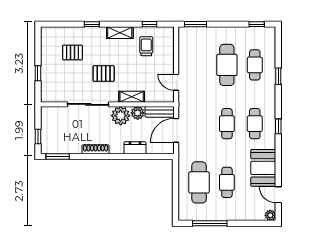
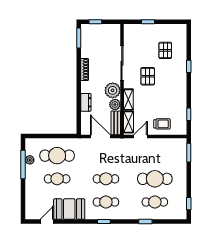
shelving: (120, 33) -> (129, 122), moved
trolley: (146, 46) -> (162, 124), moved
plant: (270, 215) -> (30, 160), moved

